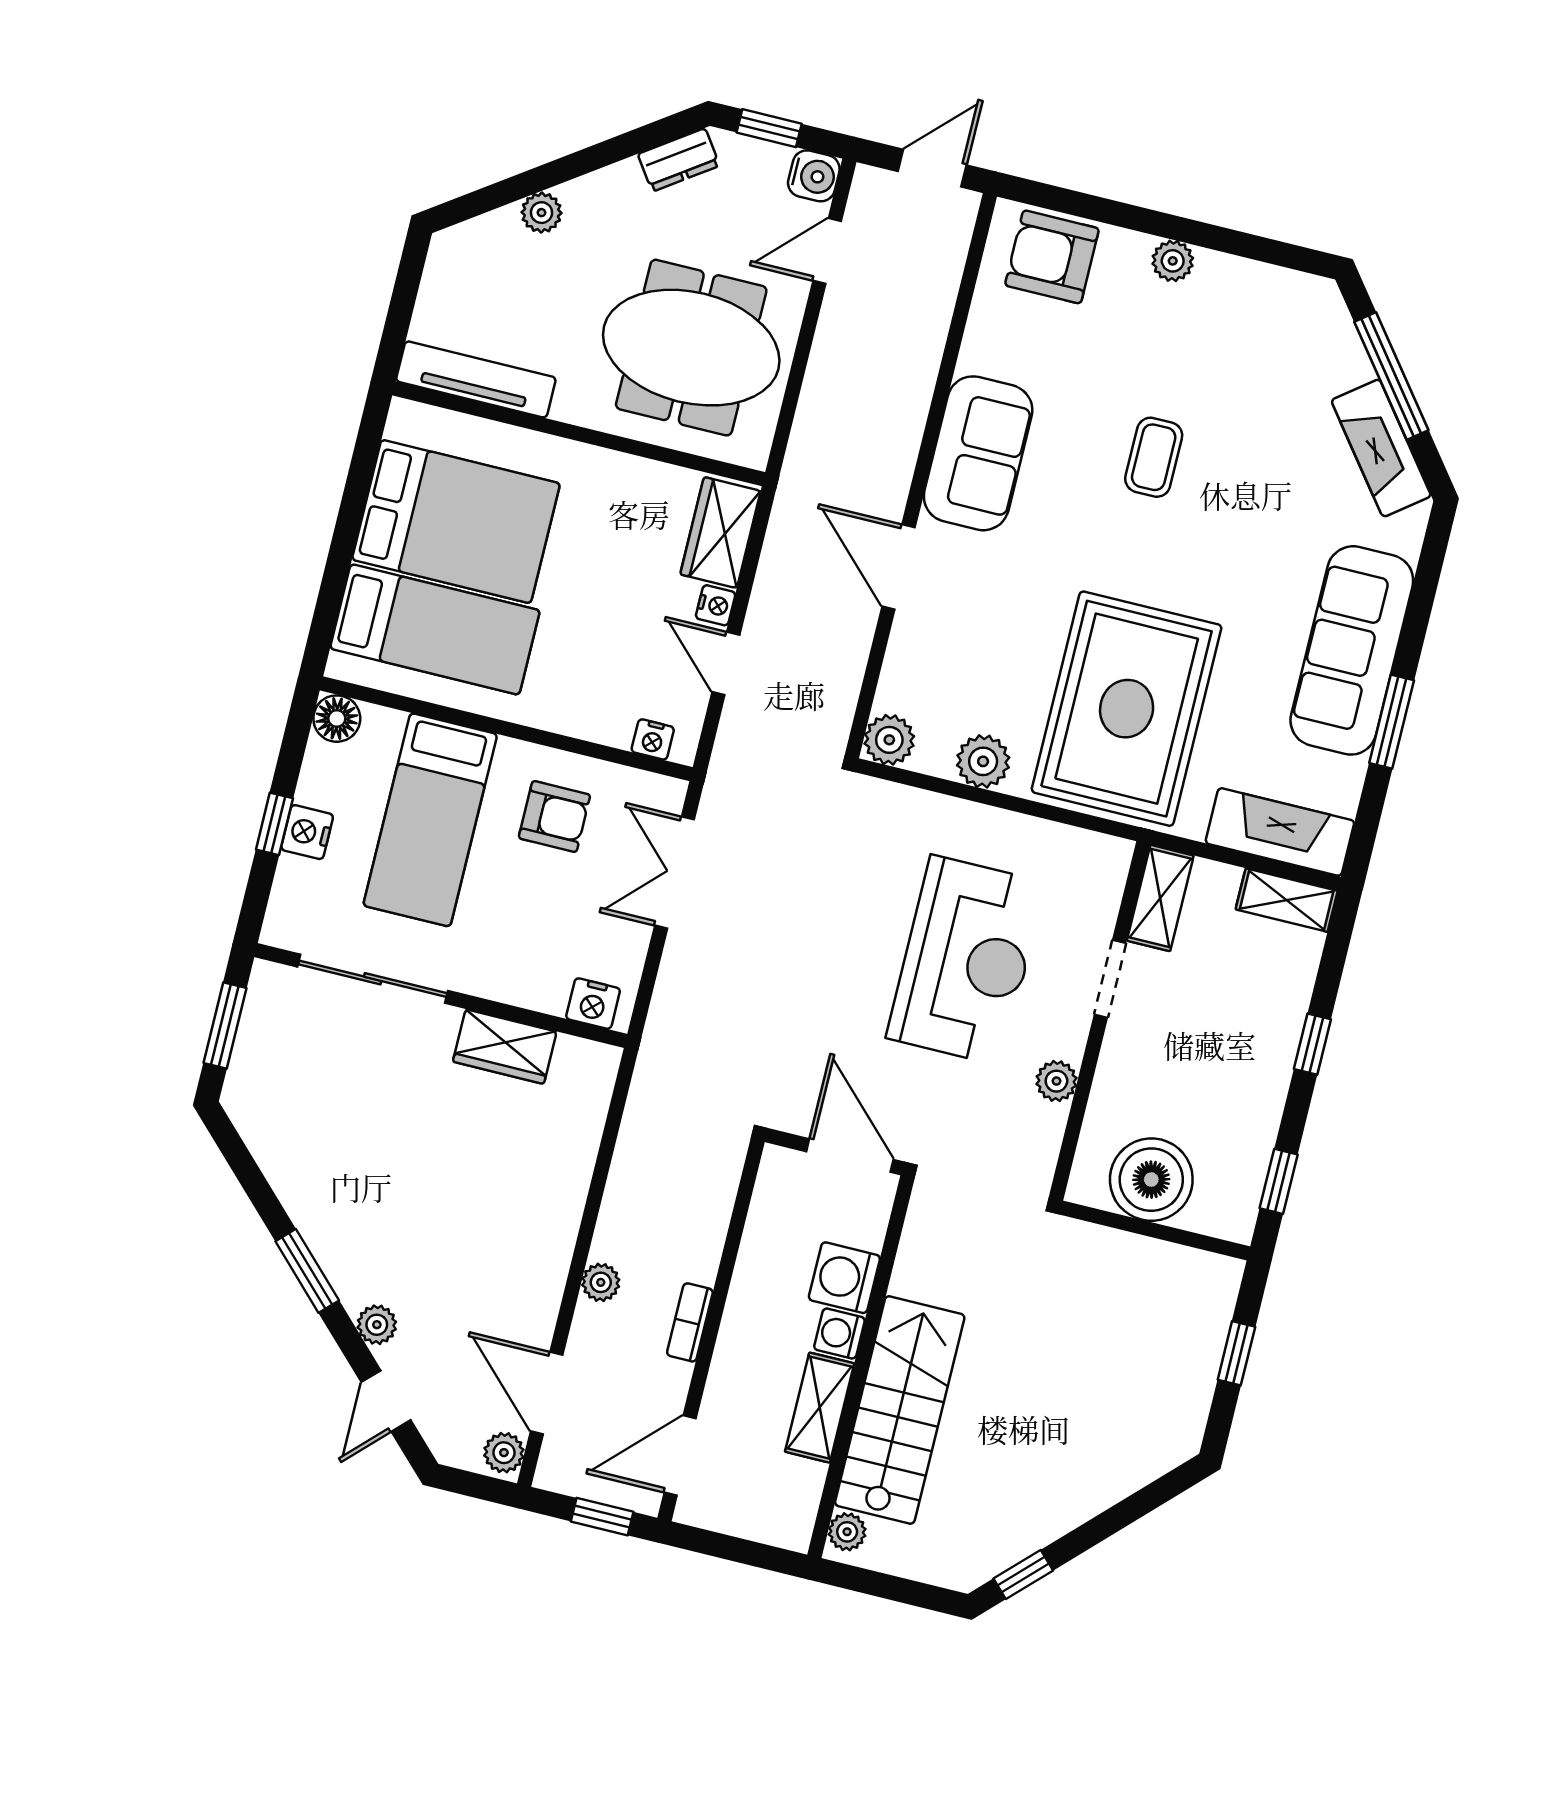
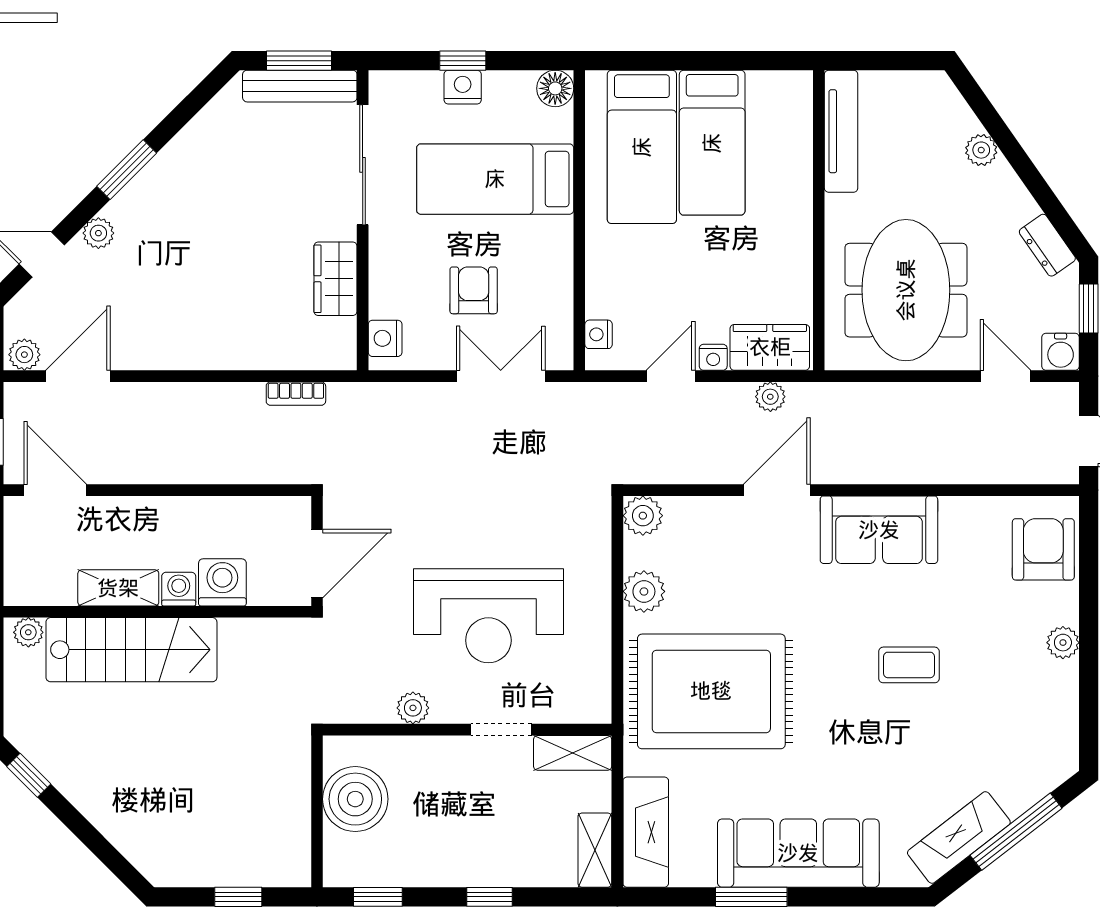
bed: (456, 522) -> (712, 143), width x0.67
armchair: (554, 816) -> (474, 290), moved, turned 180
bench: (257, 1032) -> (300, 86), added
plant: (601, 1282) -> (770, 397), moved
bookcase: (690, 1322) -> (296, 394), moved, turned 180

